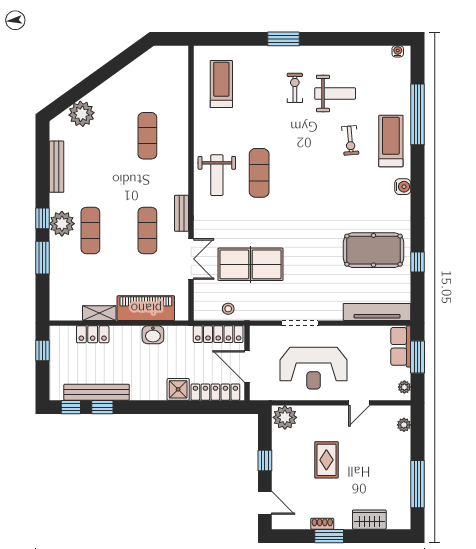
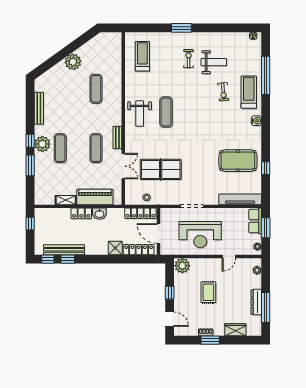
plant: (82, 114) -> (73, 62), moved
locker: (93, 334) -> (81, 213), moved
dresser: (403, 476) -> (256, 302), added

